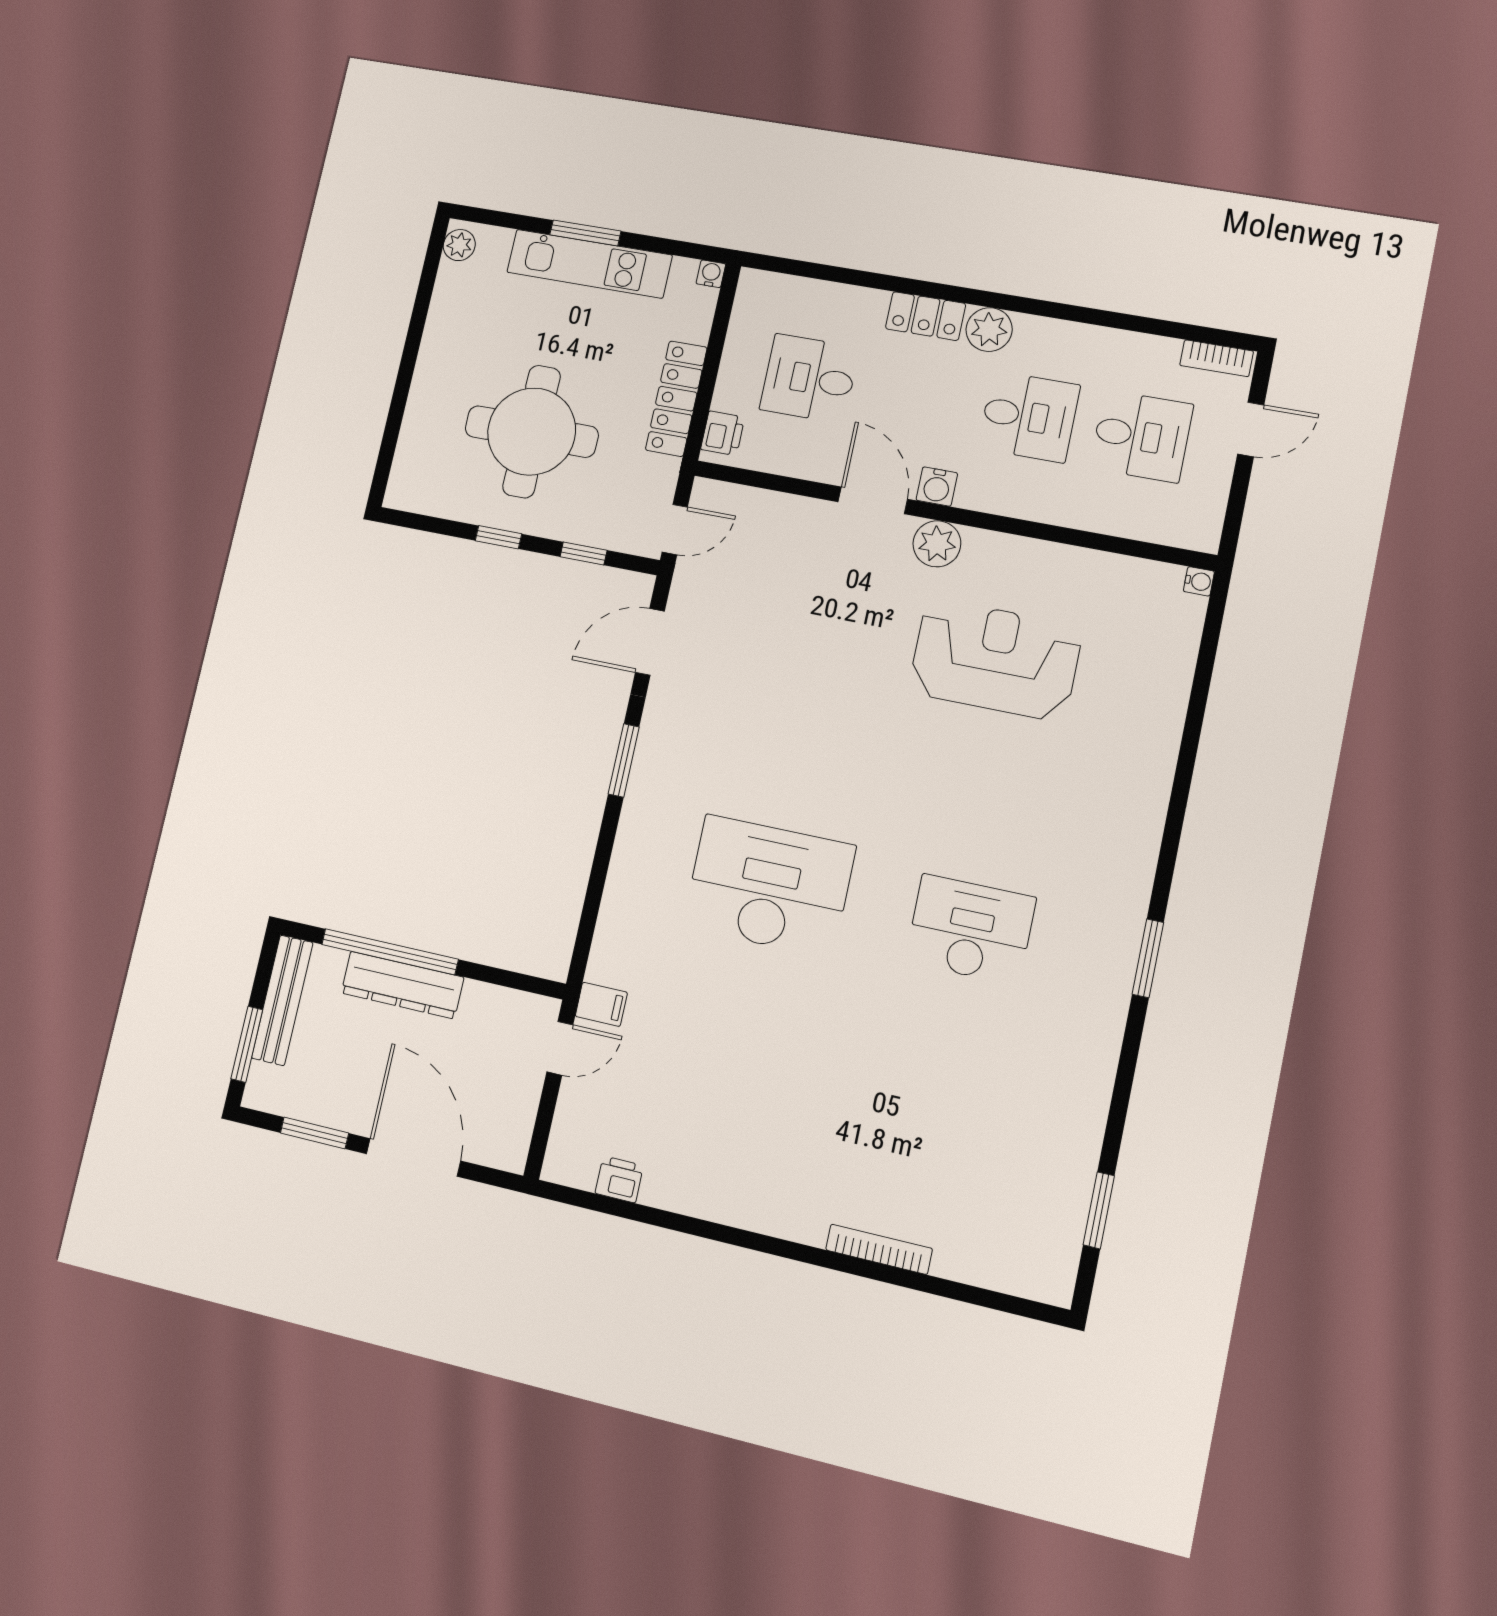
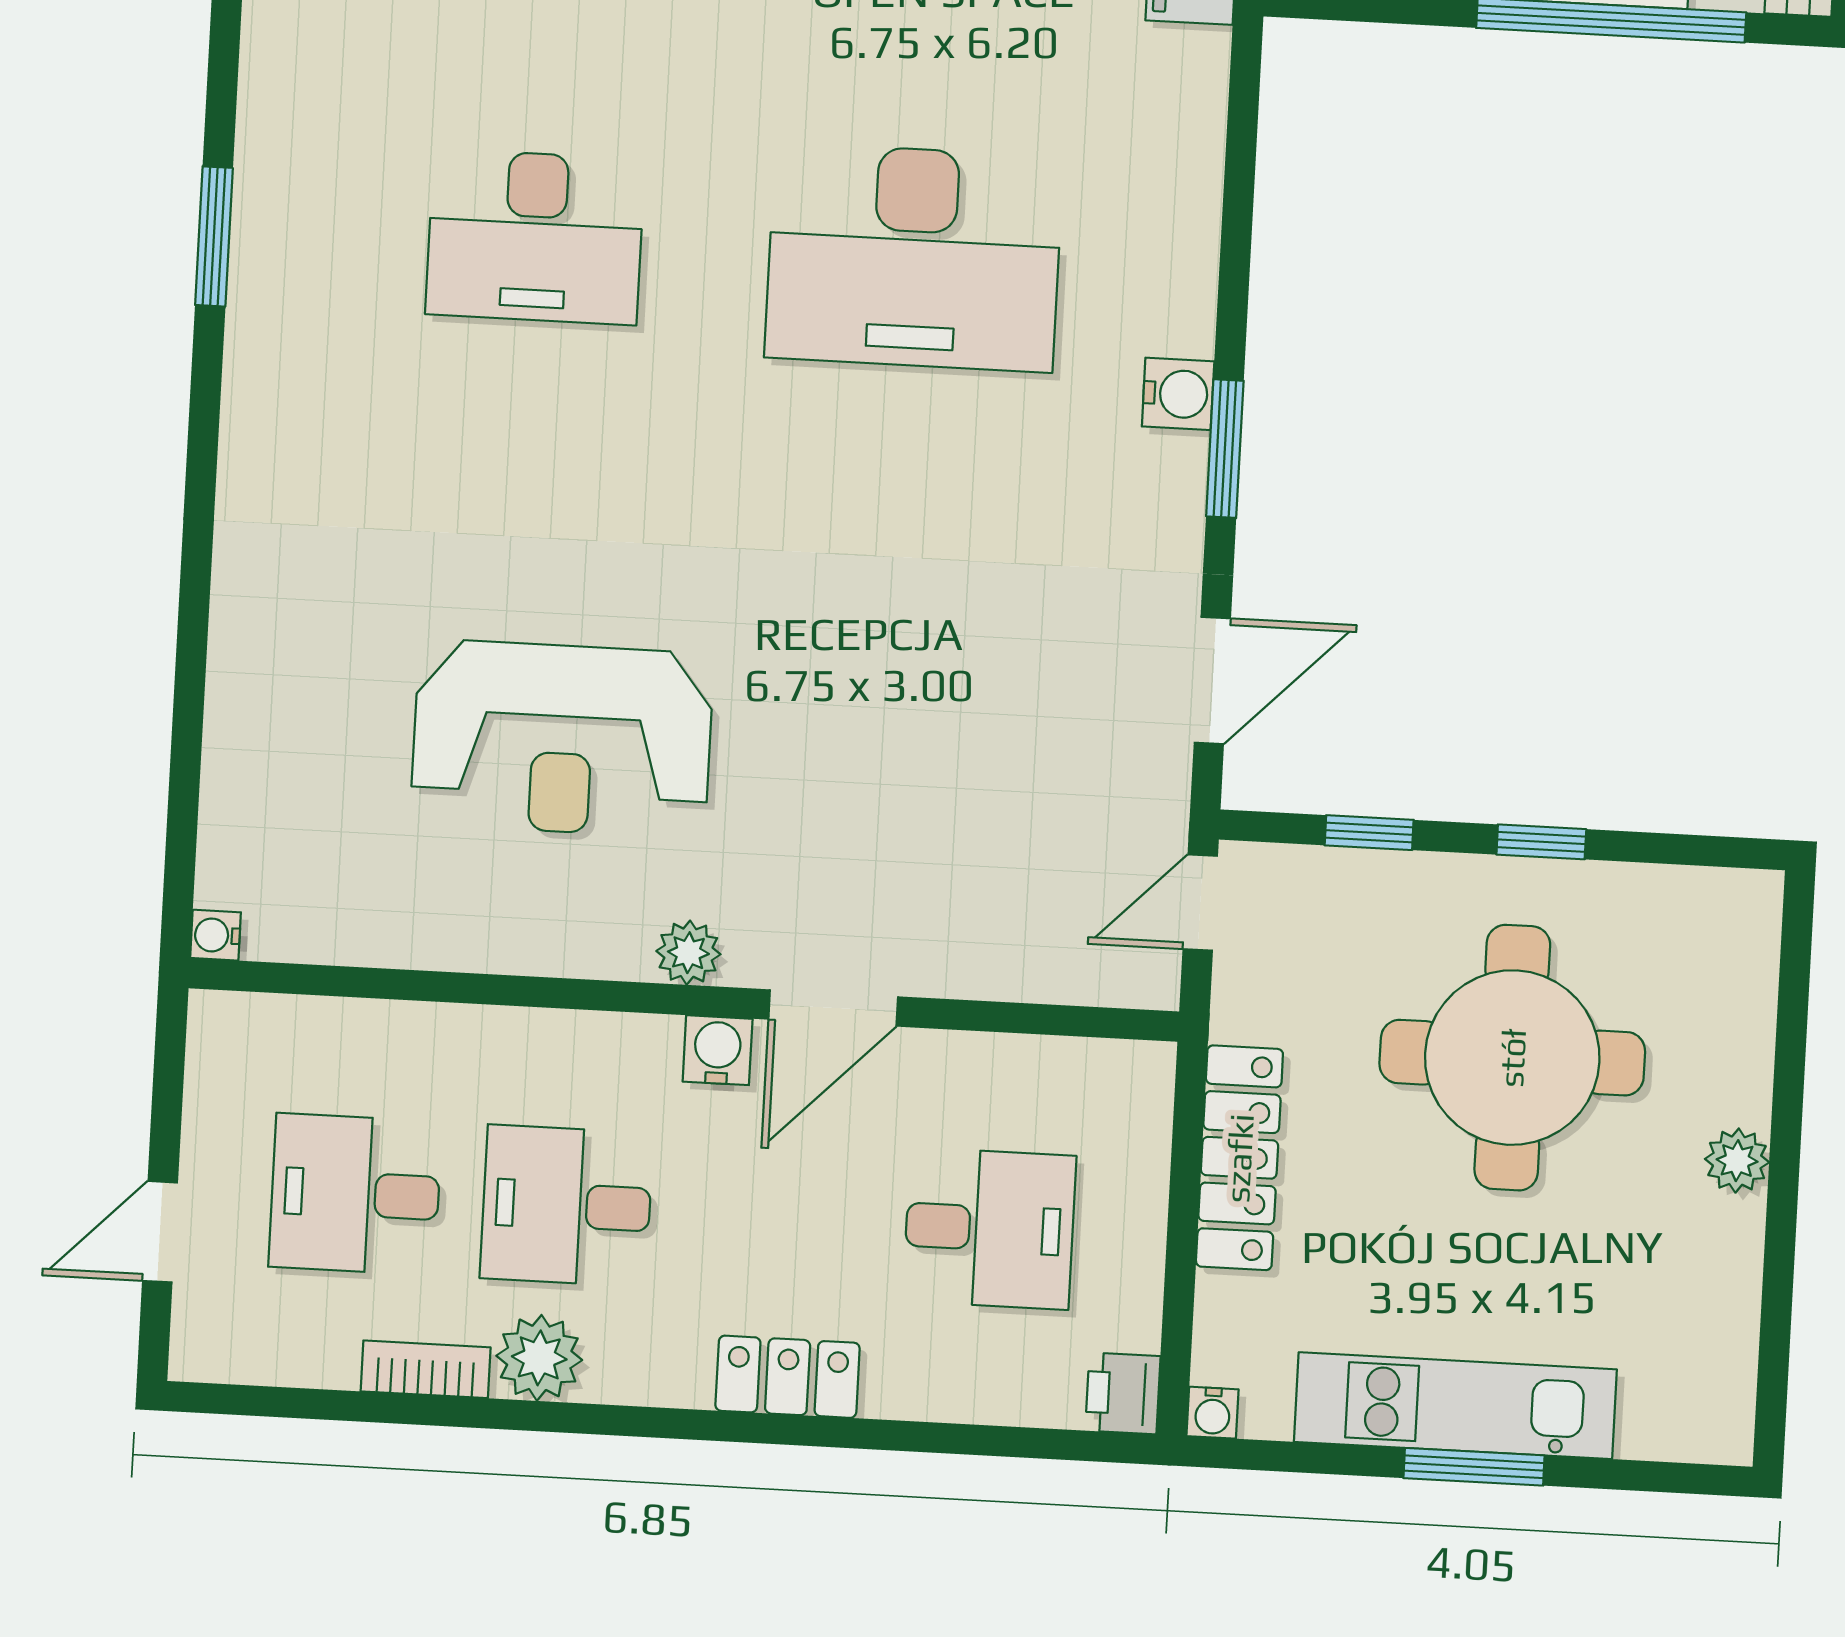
plant: (459, 245) -> (1737, 1161), moved
plant: (989, 330) -> (539, 1358), moved
bookcase: (1217, 358) -> (426, 1369), moved
printer: (723, 433) -> (1123, 1393), moved
door: (873, 500) -> (833, 1008), hinge flipped
plant: (937, 544) -> (688, 953), width x0.73, depth x0.73
water cooler: (643, 793) -> (1178, 394), added

